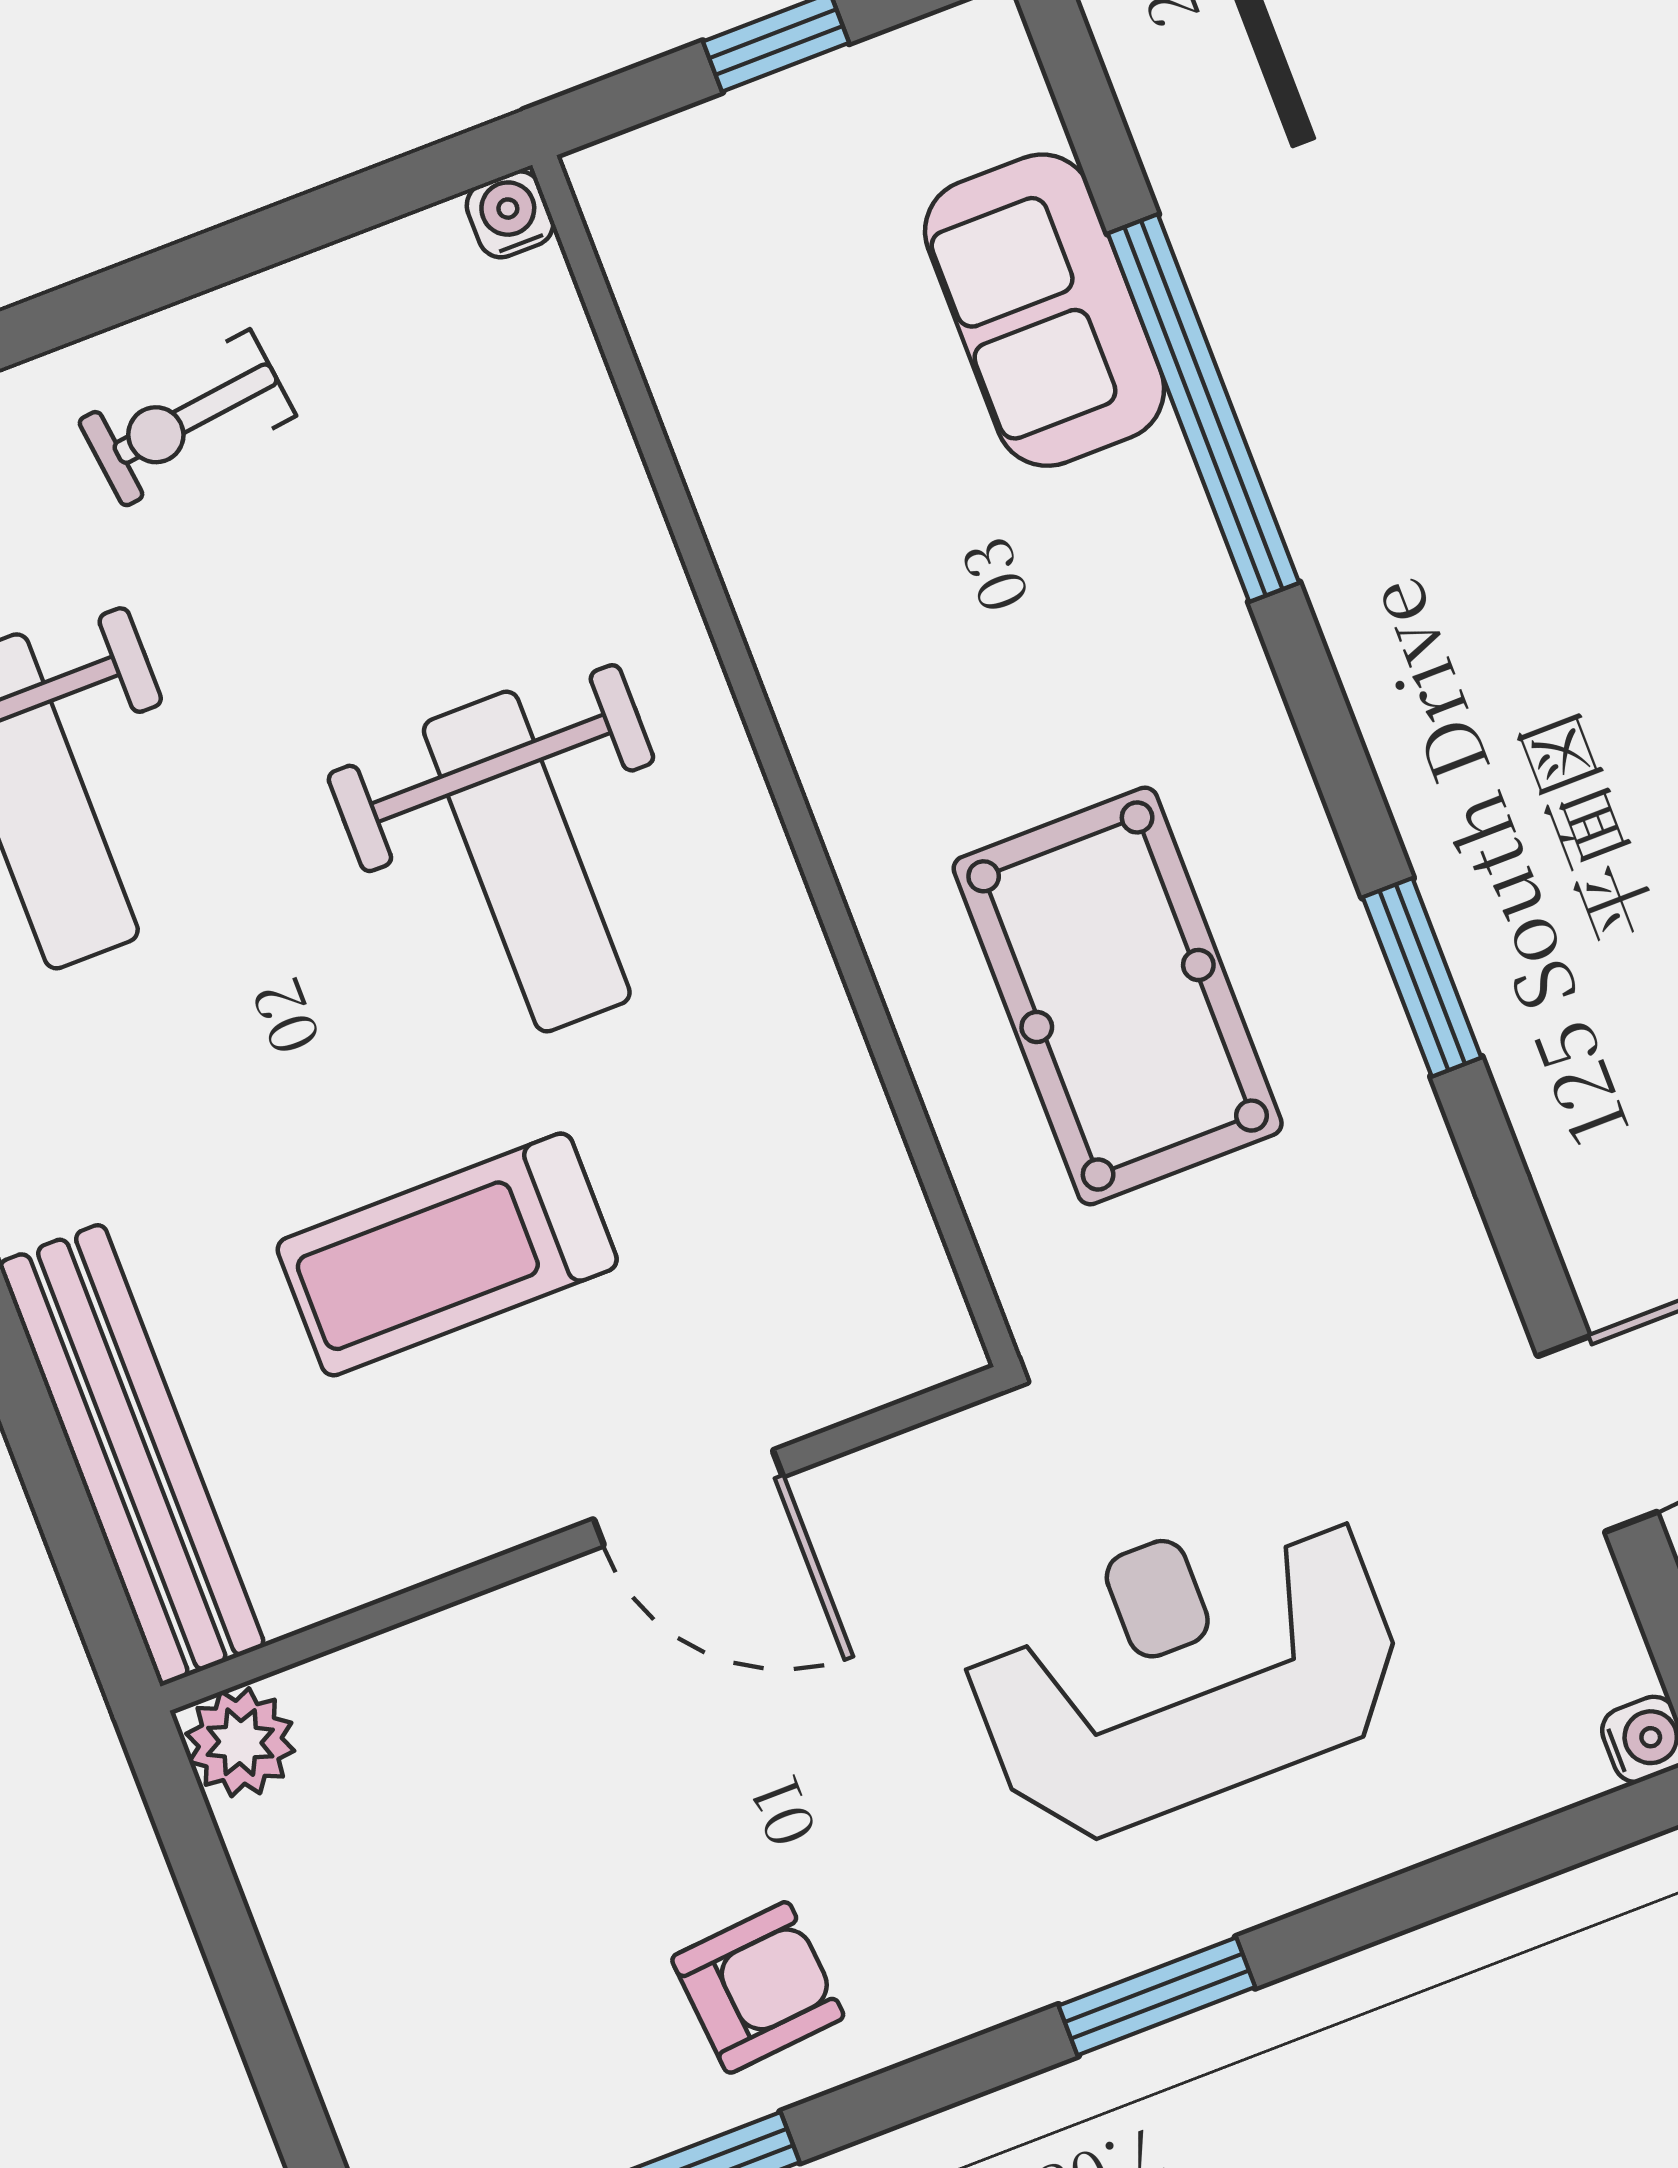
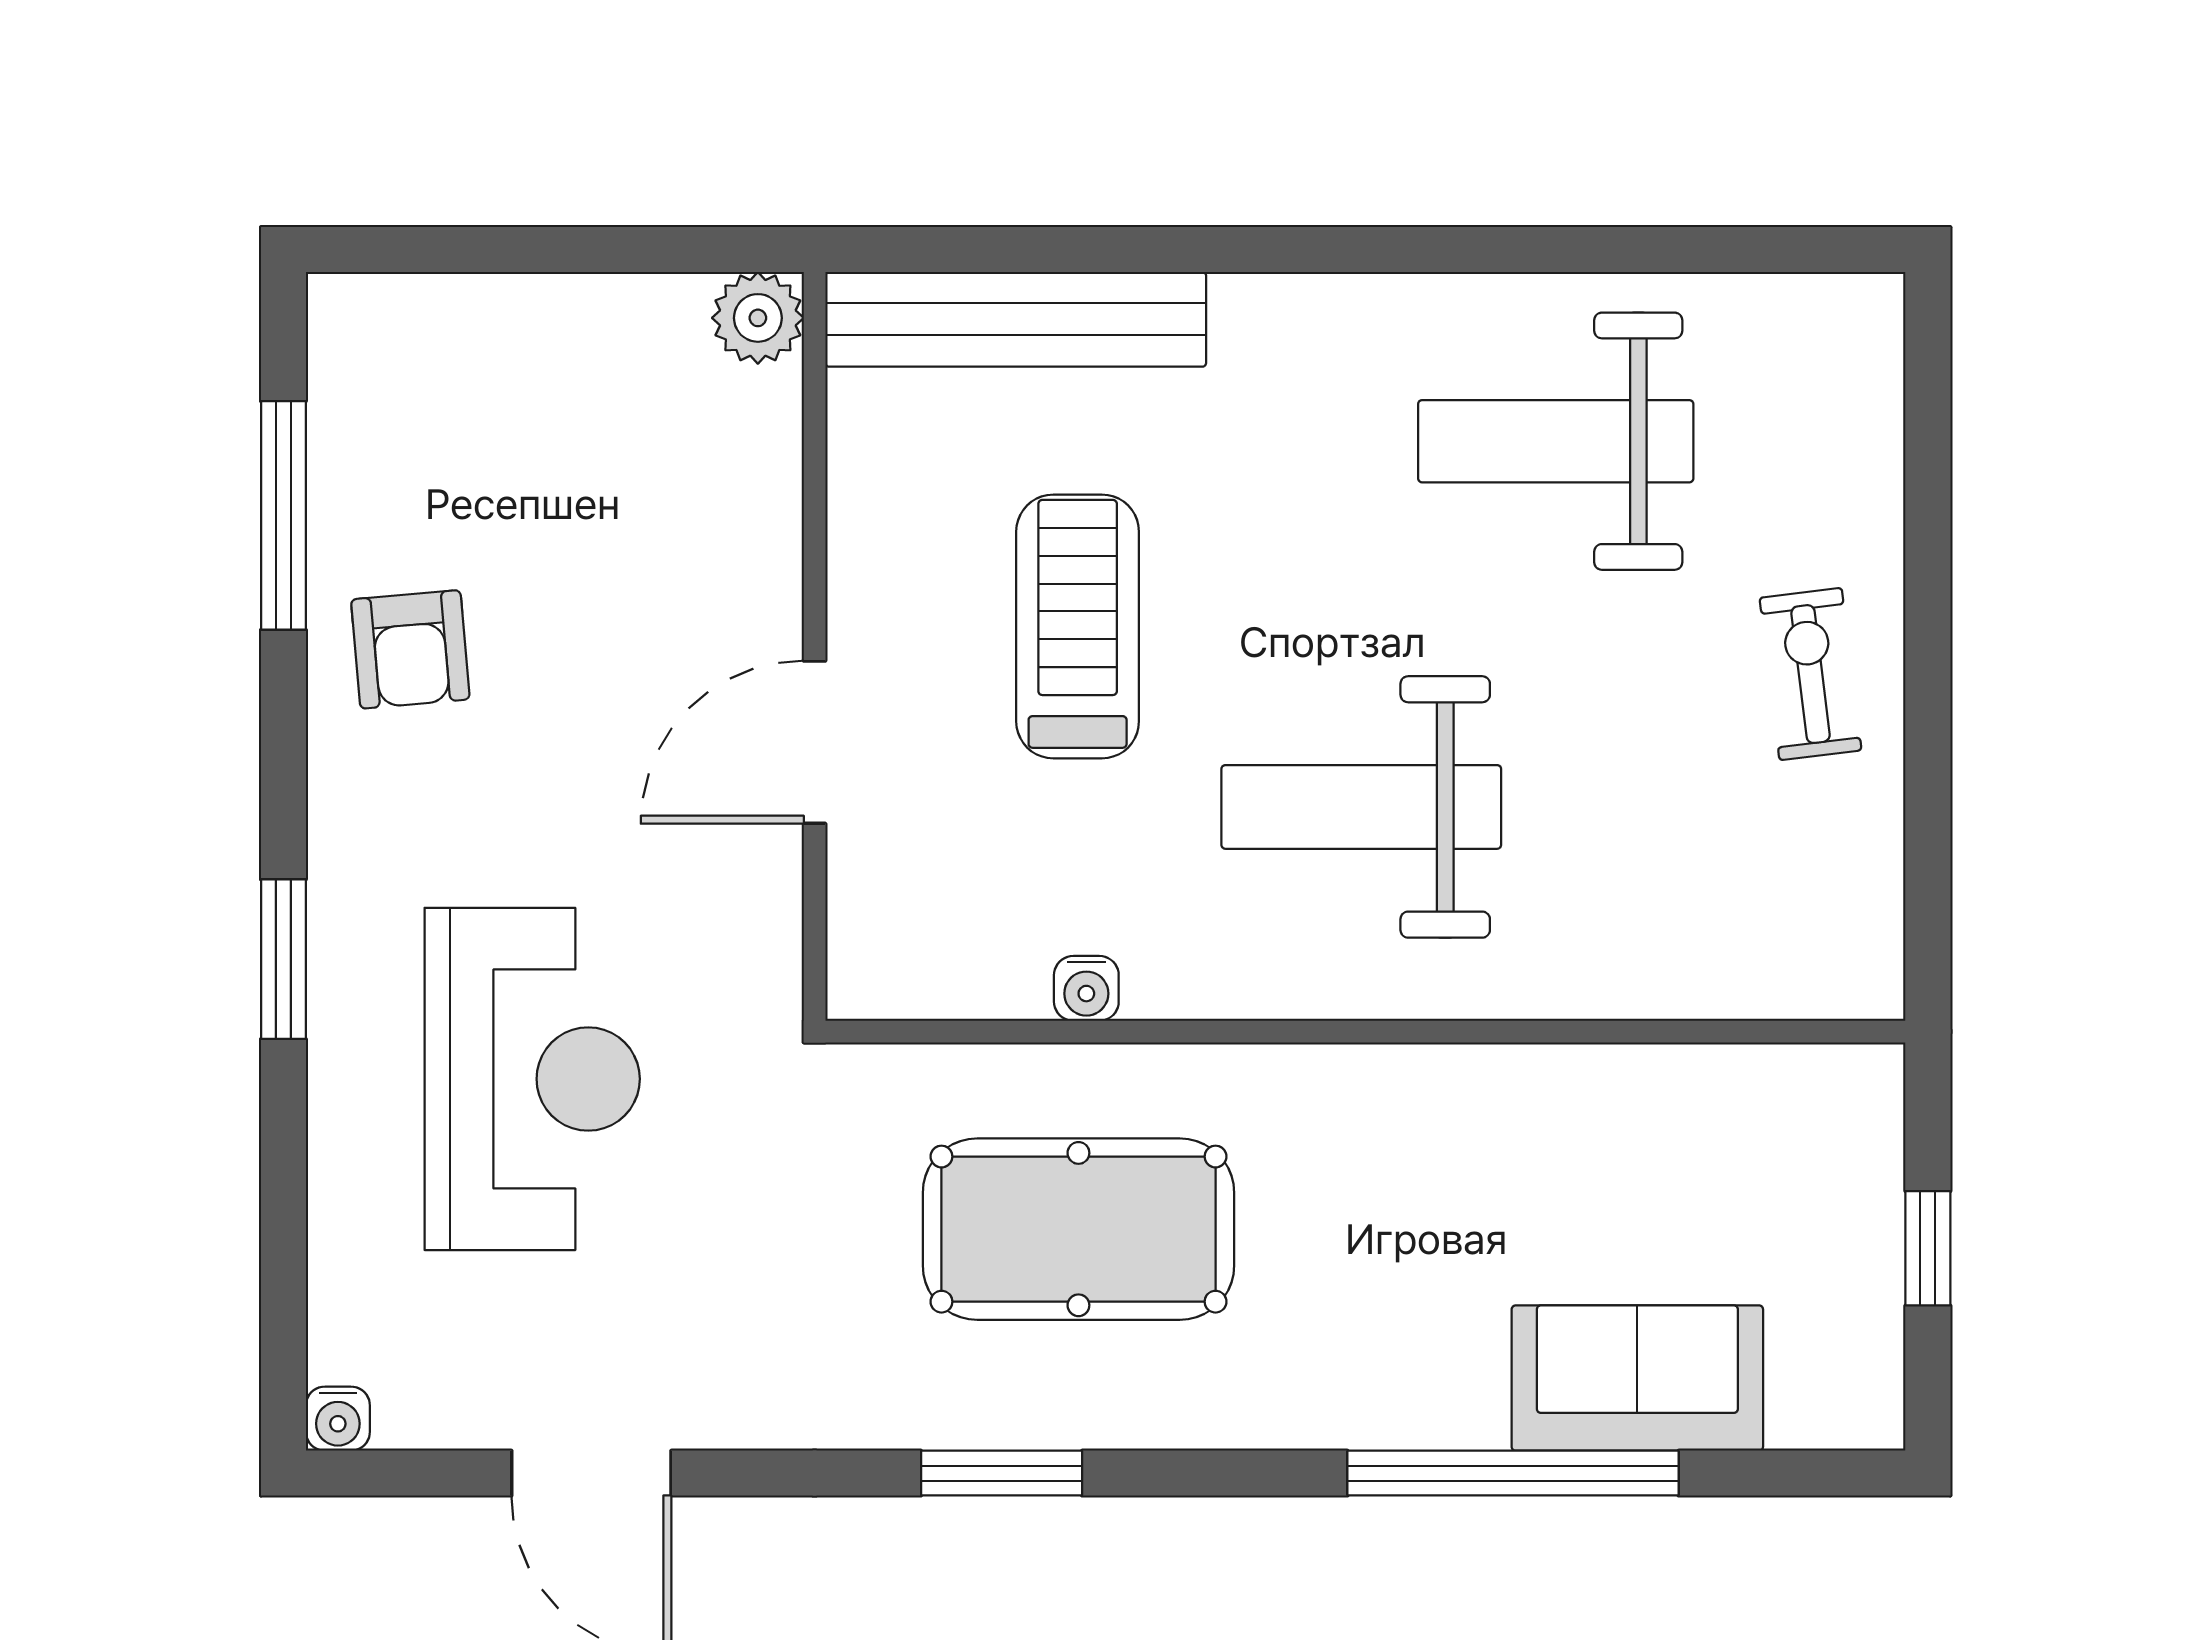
water cooler: (510, 214) -> (1086, 988), moved, turned 90

